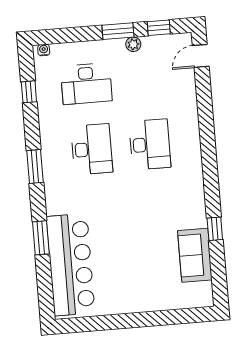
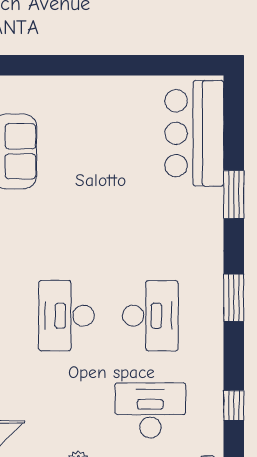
desk: (92, 149) -> (150, 316), turned 180
bar counter: (71, 265) -> (194, 133), width x0.73

